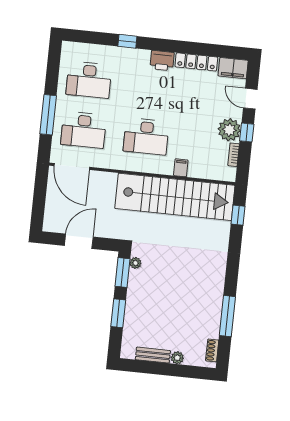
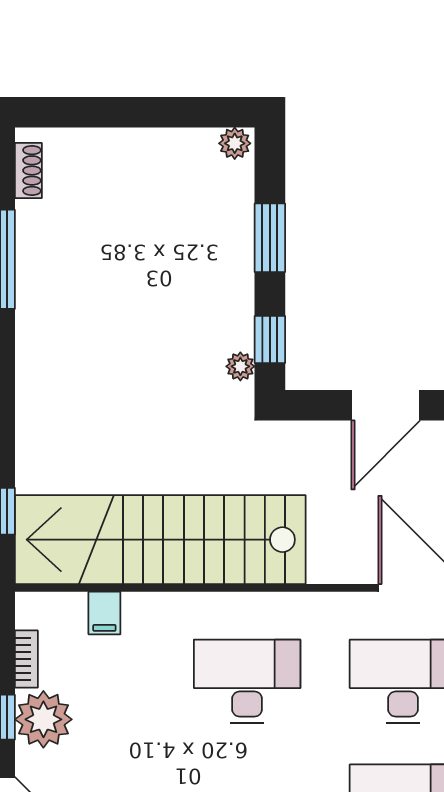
filing cabinet: (181, 168) -> (104, 613), moved
window: (123, 272) -> (270, 340), width x0.67
bench: (153, 355) -> (174, 144), removed
plant: (177, 358) -> (235, 143), moved

